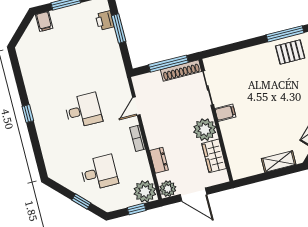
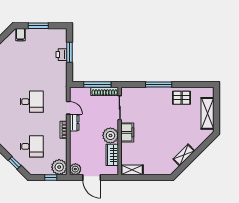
printer: (105, 21) -> (62, 55), moved
window: (285, 34) -> (159, 85), moved
door: (136, 106) -> (68, 108), swing flipped
filing cabinet: (225, 113) -> (127, 132), width x2.00
dresser: (159, 160) -> (74, 123), moved
shelving: (279, 161) -> (132, 170), moved

